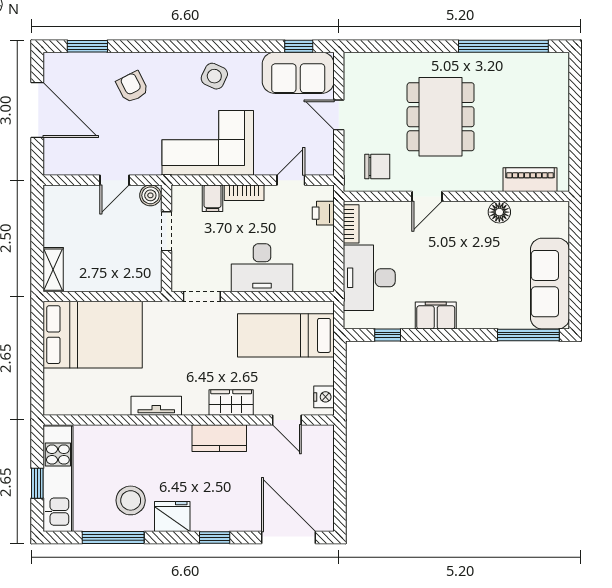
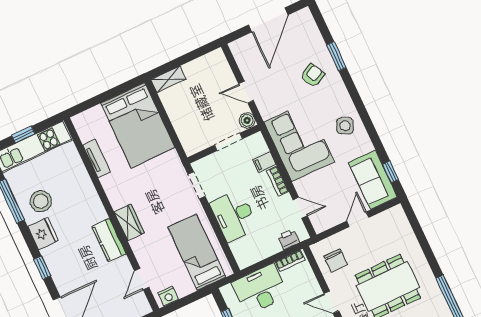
window: (87, 46) -> (336, 56), moved
wardrobe: (231, 402) -> (129, 222), moved
tv unit: (156, 406) -> (97, 159), moved

